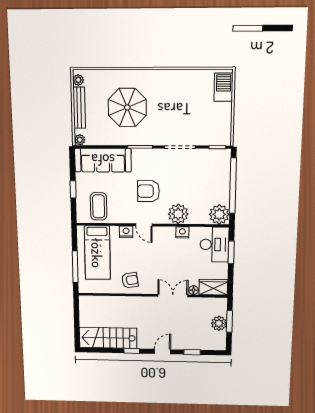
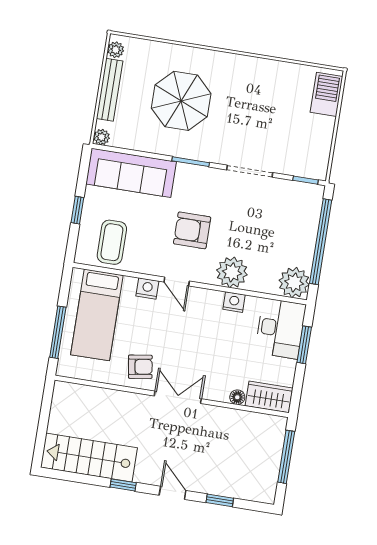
double door: (173, 296) -> (178, 397), moved
window: (229, 321) -> (286, 457), width x1.44
plant: (219, 323) -> (269, 458), removed
door: (163, 352) -> (173, 493), hinge flipped

